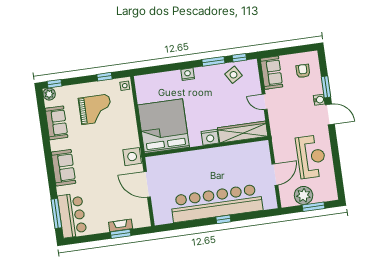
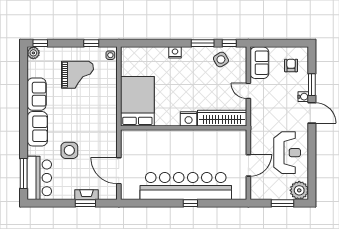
sofa: (56, 123) -> (37, 94), moved
bed: (163, 126) -> (137, 101), width x0.73
side table: (132, 157) -> (69, 150), moved
door: (147, 184) -> (119, 171), moved
plant: (304, 195) -> (299, 190), moved

